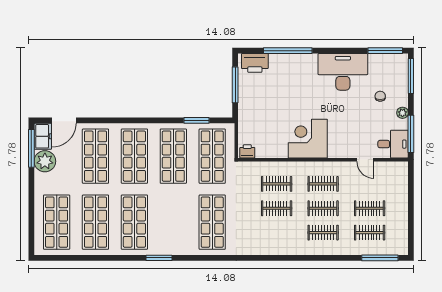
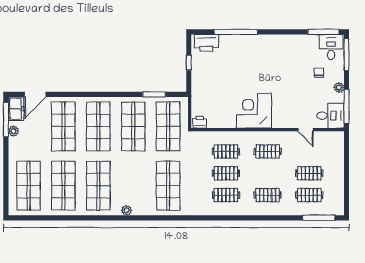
desk: (343, 72) -> (331, 47), moved, width x0.53, depth x0.77
window: (235, 85) -> (189, 63), width x0.46
plant: (45, 161) -> (14, 131), width x0.53, depth x0.53
clothes rail: (323, 208) -> (226, 195), moved
plant: (166, 249) -> (126, 210), added
window: (159, 258) -> (120, 218), removed

